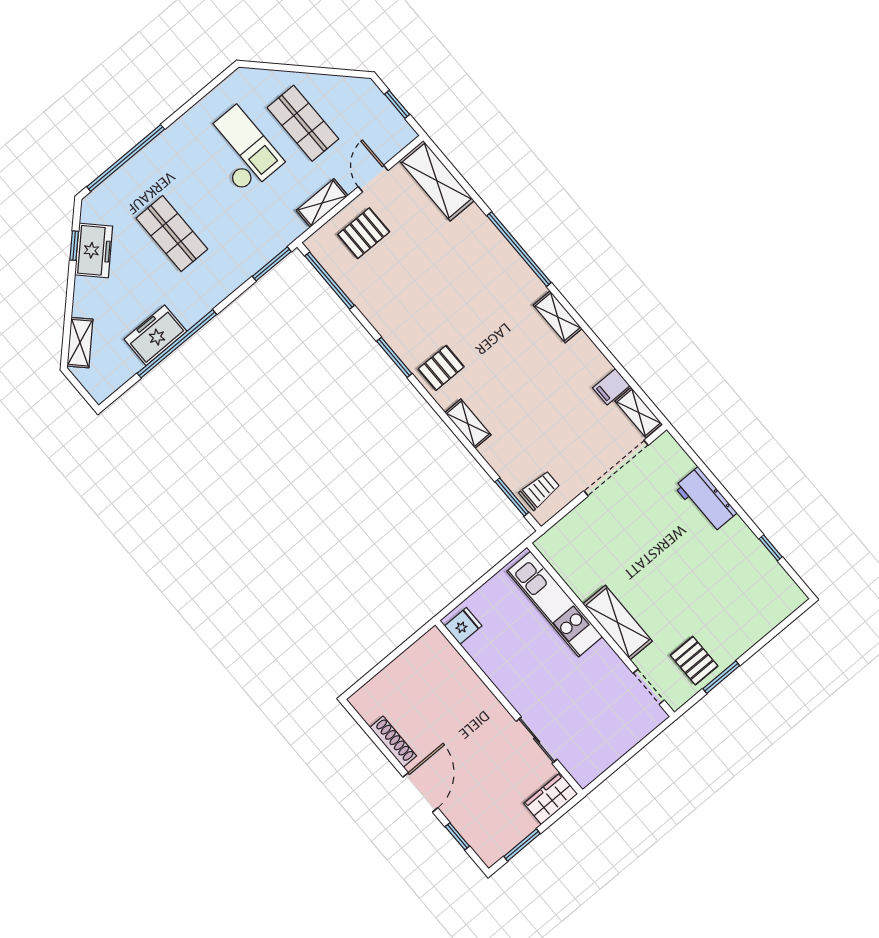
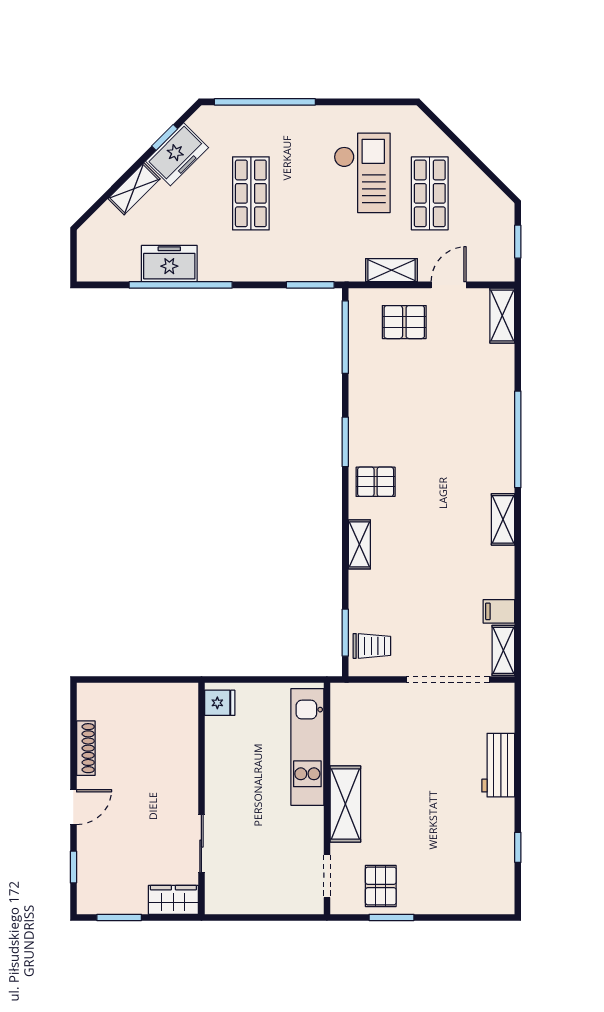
shelving: (437, 181) -> (502, 316), width x0.67, depth x0.75
shelving: (80, 343) -> (134, 189), moved
door: (420, 792) -> (73, 807), width x0.73

